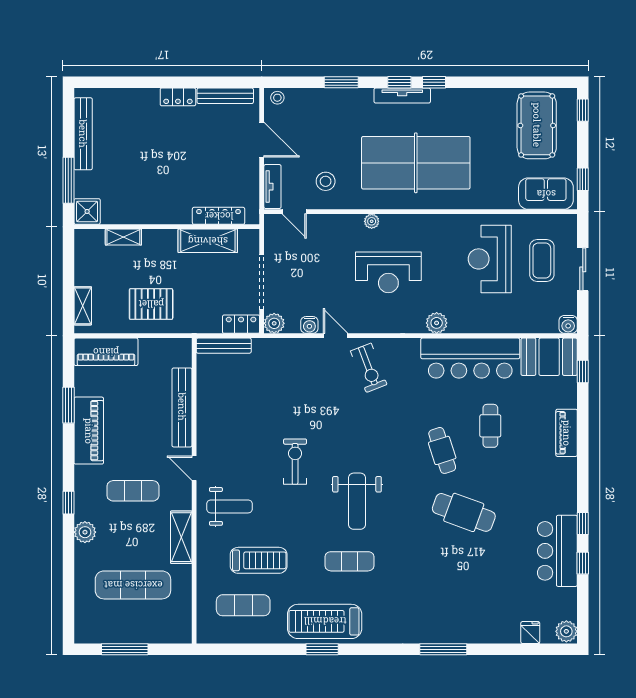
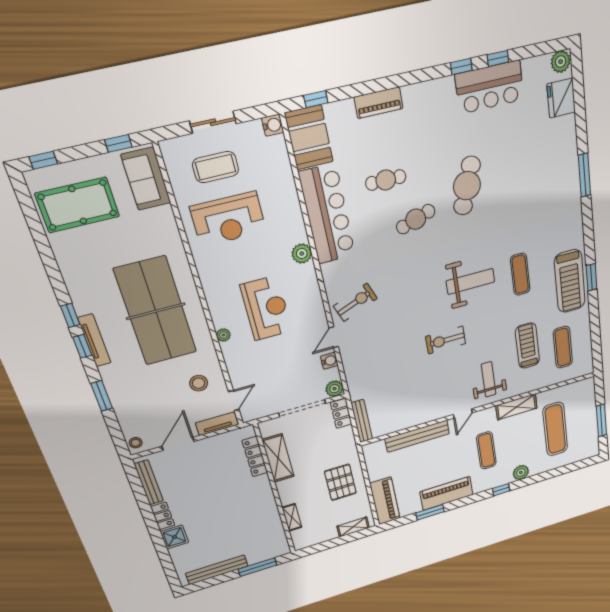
shower: (87, 211) -> (174, 537), moved
fridge: (530, 633) -> (561, 98), width x1.88, depth x1.34

